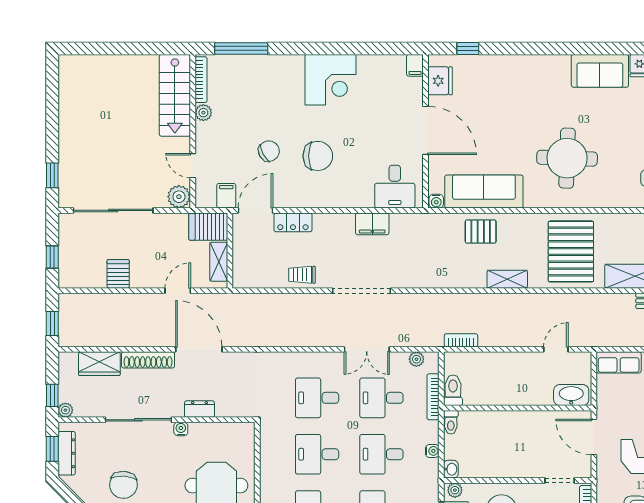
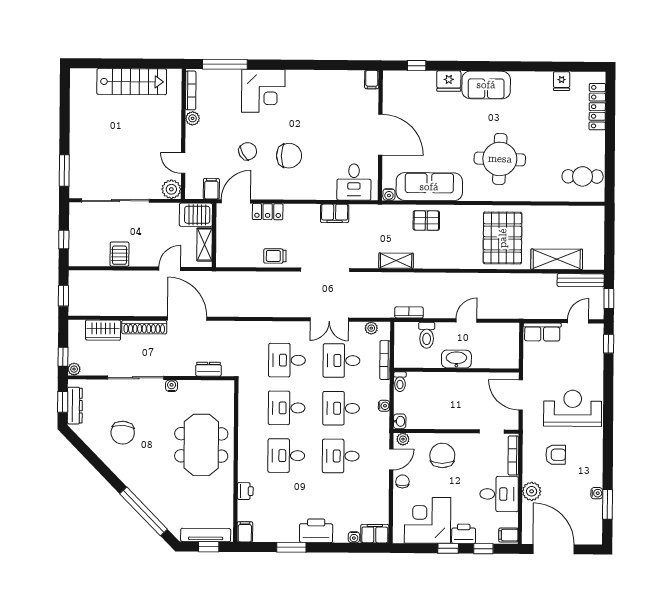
sofa: (600, 71) -> (486, 85), moved
corner desk: (330, 80) -> (263, 91), moved
fridge: (440, 81) -> (449, 81), moved, turned 90
stairs: (175, 95) -> (132, 82), moved, turned -90
window: (52, 175) -> (64, 170), width x1.50
shelving: (507, 279) -> (396, 261), moved
door: (556, 349) -> (466, 320), moved
toilet: (453, 390) -> (427, 335), moved, turned 180
washbasin: (571, 395) -> (456, 359), moved
dresser: (199, 409) -> (208, 369), moved

